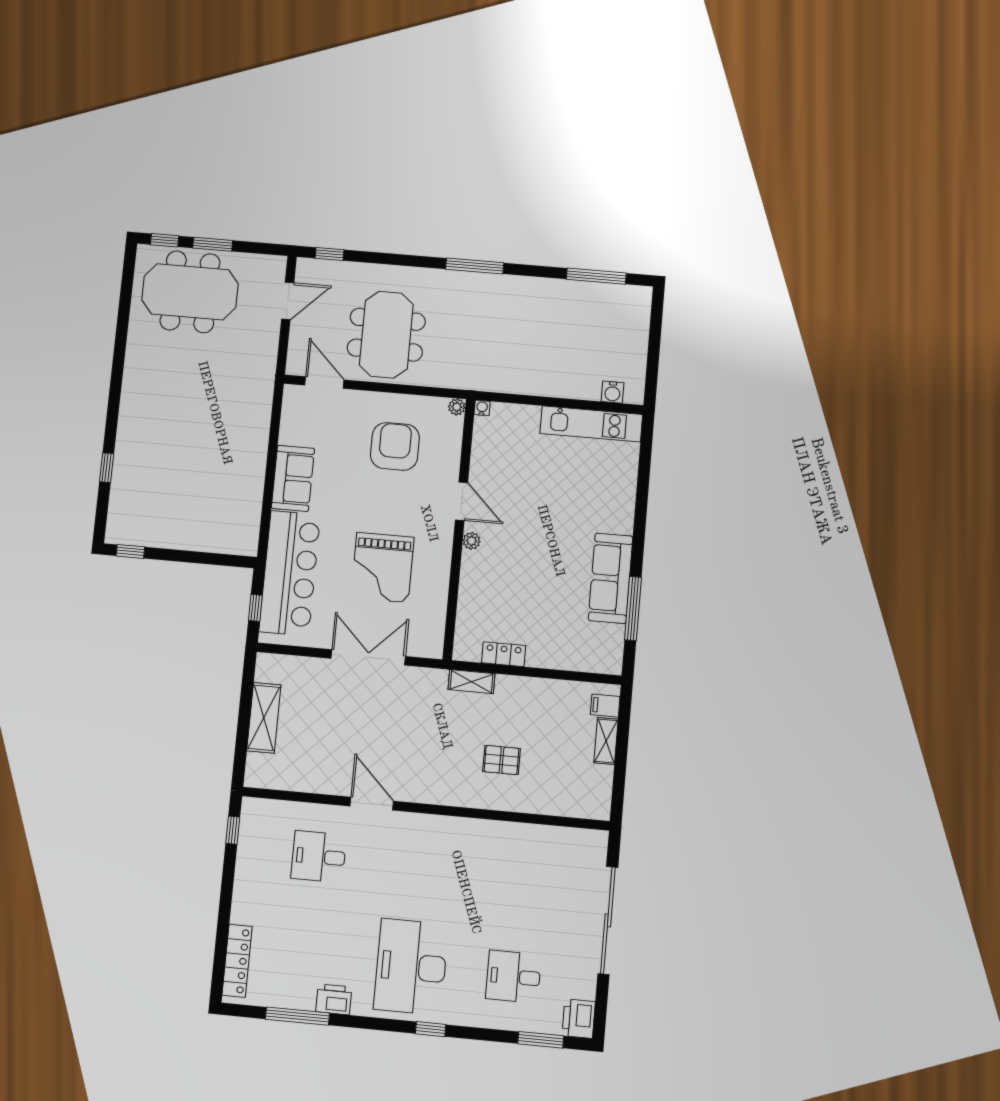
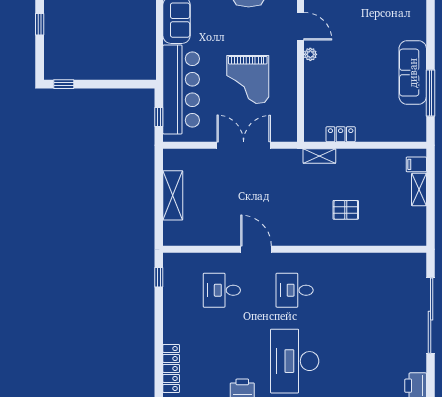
desk: (513, 977) -> (295, 290), moved

